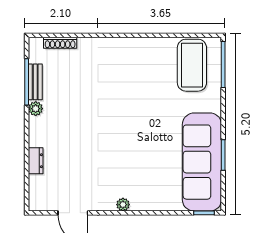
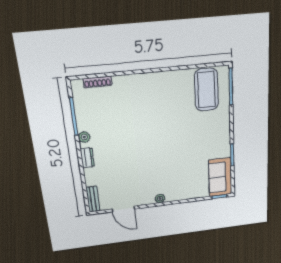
bench: (35, 82) -> (93, 199), moved
dresser: (36, 161) -> (87, 158), moved
sofa: (202, 162) -> (220, 177), width x0.54, depth x0.79

